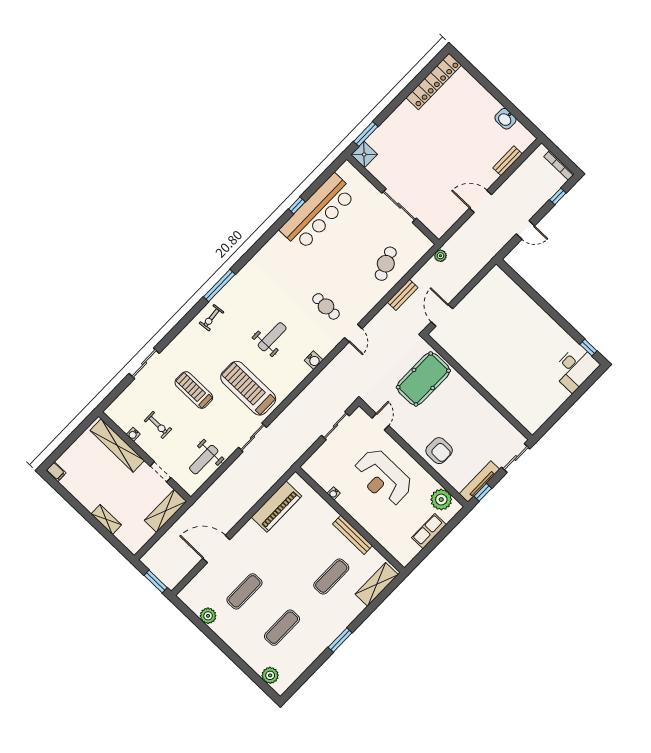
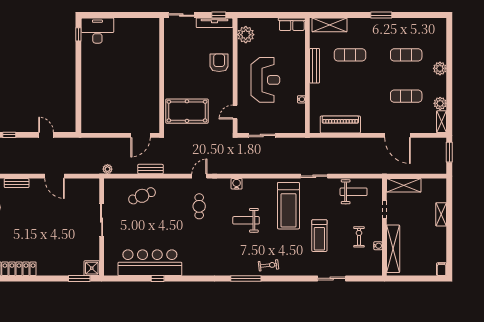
row of seats: (429, 531) -> (292, 24), moved
shelving: (190, 601) -> (442, 122), added
plant: (270, 675) -> (440, 68), moved

